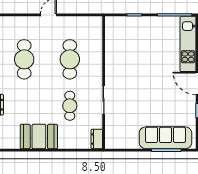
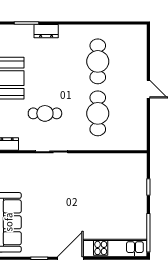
cafe table: (24, 59) -> (98, 61), turned 90
cafe table: (70, 59) -> (98, 113), turned 90

